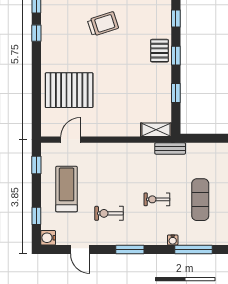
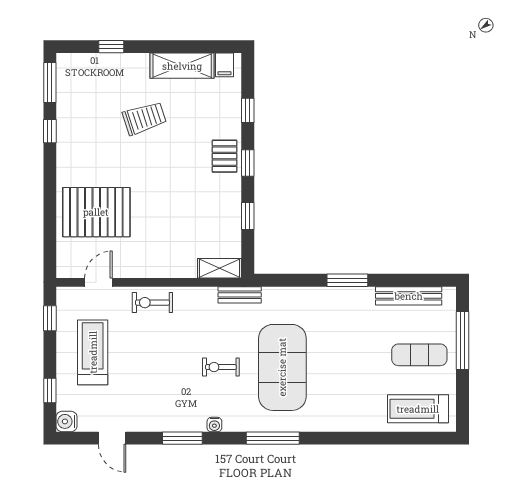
exercise mat: (200, 200) -> (282, 367), width x2.00, depth x1.45
exercise bike: (109, 213) -> (152, 303), moved
water cooler: (173, 240) -> (214, 425), moved

